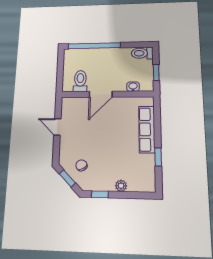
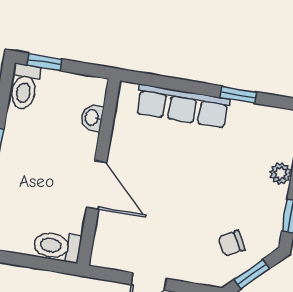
window: (156, 73) -> (44, 62), moved
toilet: (80, 81) -> (57, 246), moved

